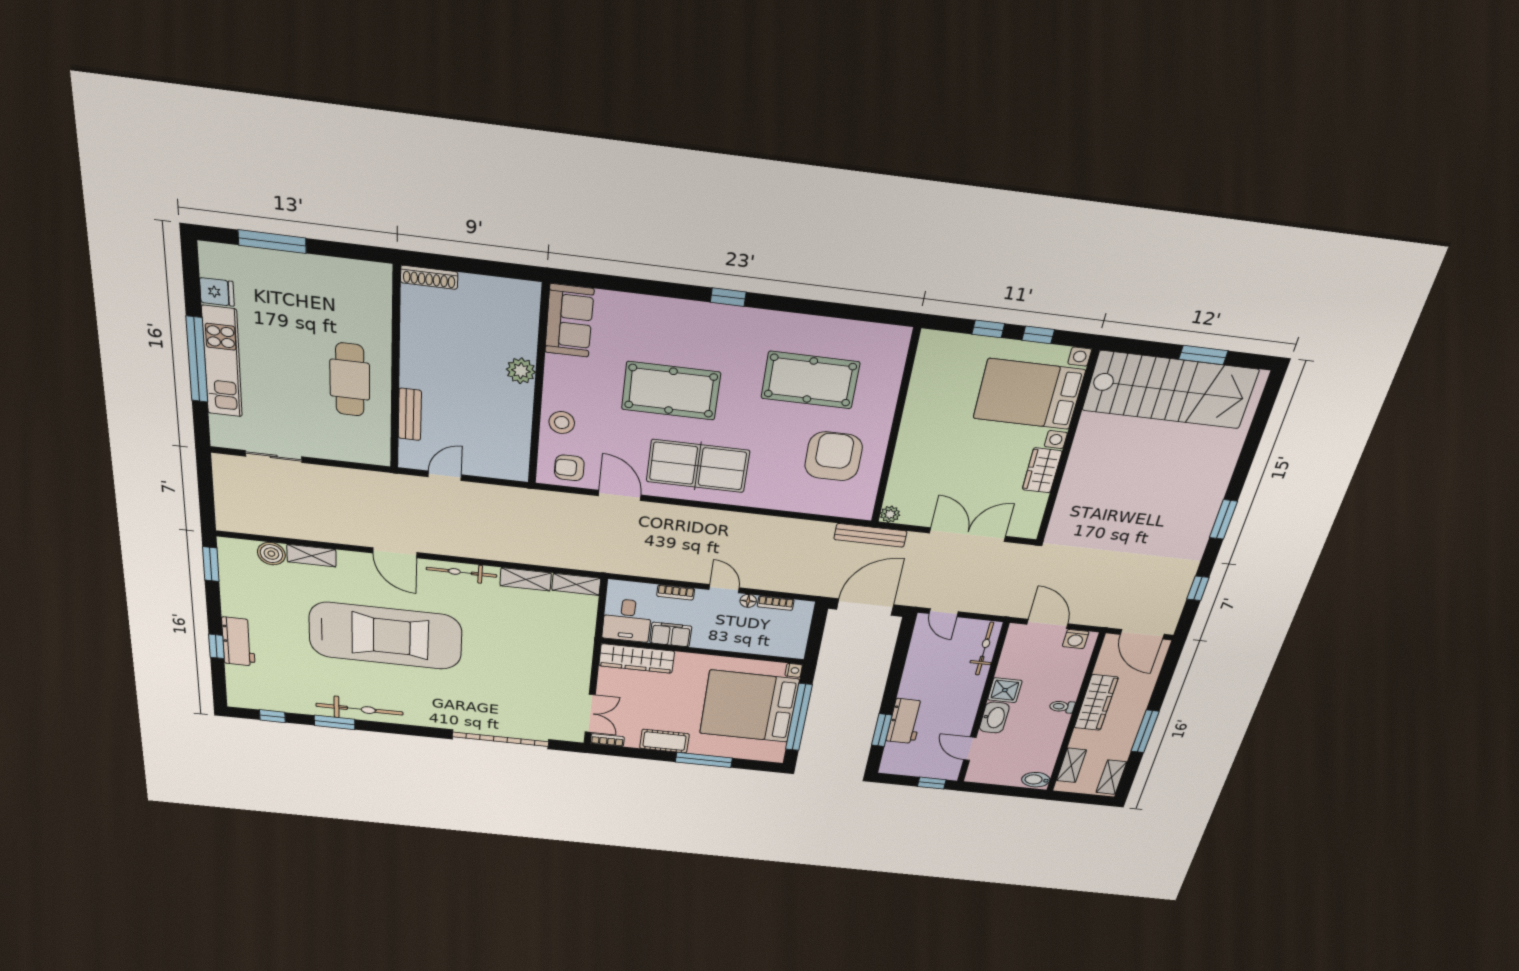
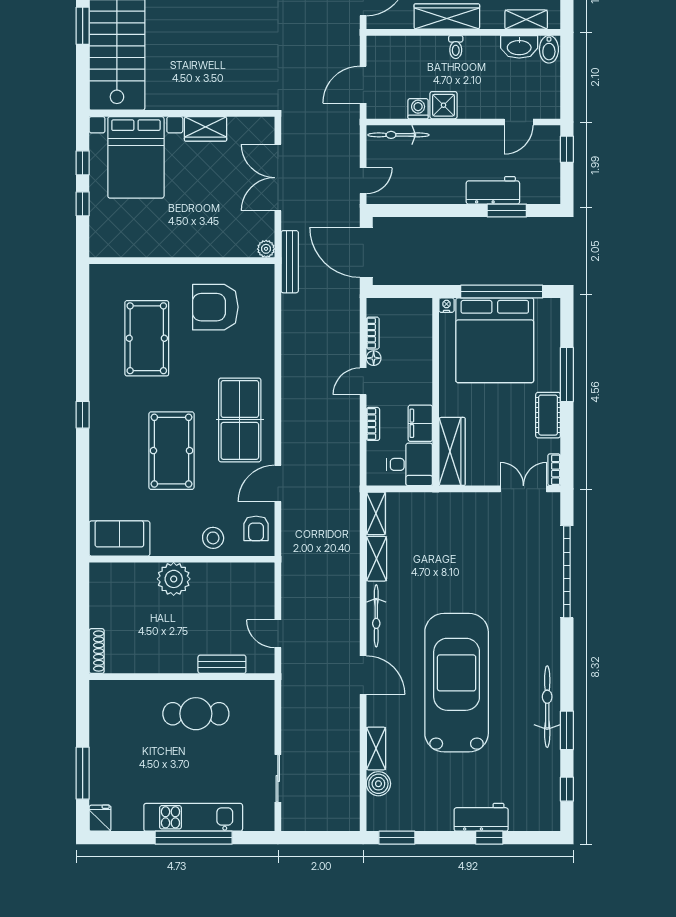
fridge: (217, 292) -> (100, 818), moved
plant: (521, 371) -> (174, 579), width x1.36, depth x1.36
door: (395, 553) -> (363, 675), hinge flipped
washing machine: (1076, 639) -> (418, 109), moved, turned -90
washbasin: (994, 718) -> (519, 47), moved, turned 180

